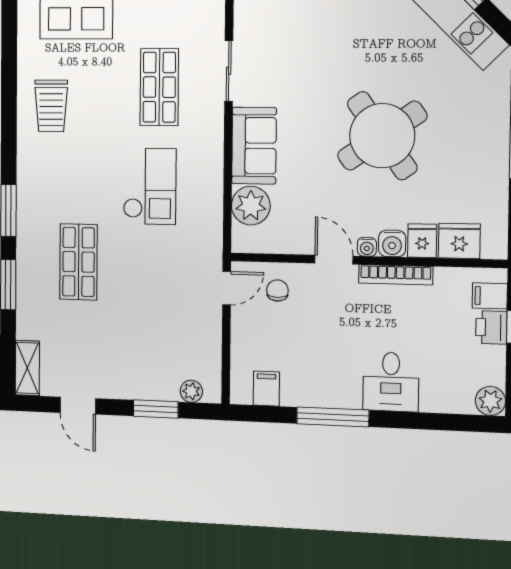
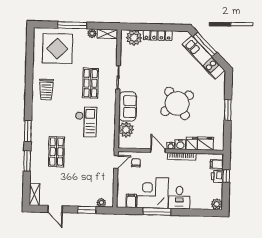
corner desk: (321, 368) -> (153, 193), added

